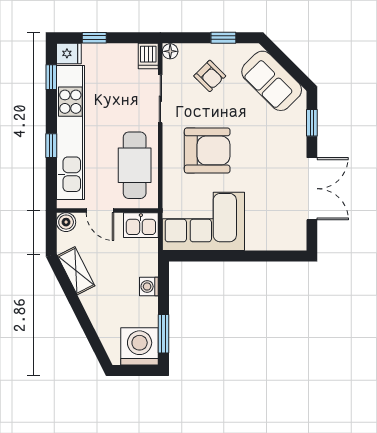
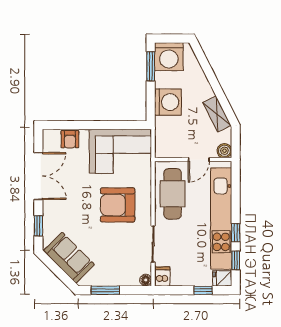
window: (223, 38) -> (105, 290), width x1.50
armchair: (210, 76) -> (70, 139), moved, turned -135
window: (51, 146) -> (236, 233), moved
double door: (312, 189) -> (38, 176), swing flipped
door: (100, 210) -> (199, 160), swing flipped
kitchen sink: (141, 225) -> (168, 148), removed
washing machine: (149, 286) -> (168, 102), width x1.89, depth x1.89

